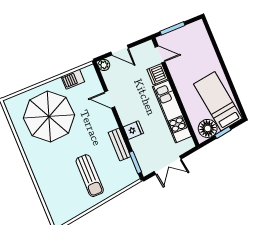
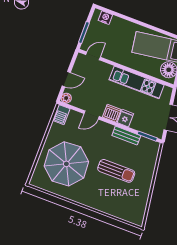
nightstand: (202, 35) -> (105, 18), added
dishwasher: (157, 74) -> (112, 113), moved, turned 180
barbecue: (73, 79) -> (61, 115), moved
sun lounger: (90, 176) -> (116, 171), moved

